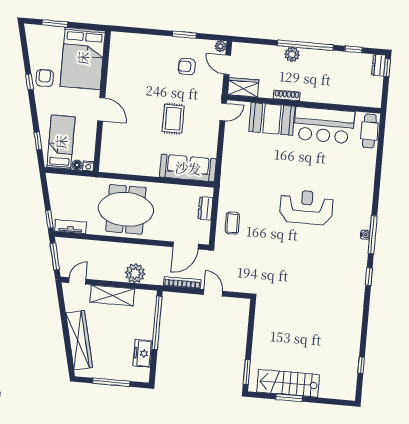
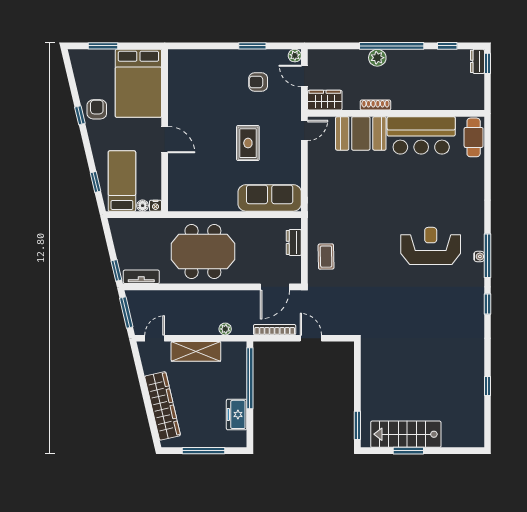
reception desk: (306, 207) -> (431, 246), moved
plant: (135, 273) -> (225, 329), width x0.53, depth x0.53
window: (361, 365) -> (488, 386), moved

